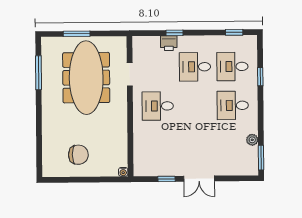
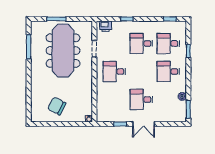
printer: (169, 43) -> (106, 26), moved
desk: (196, 145) -> (141, 99), added
chair: (78, 155) -> (57, 106), turned -153

